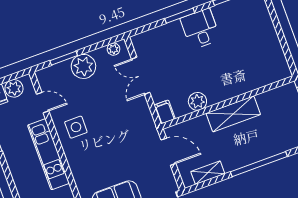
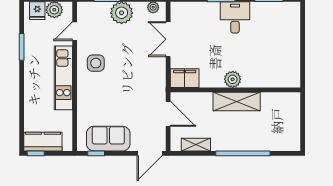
plant: (197, 101) -> (233, 79), moved
door: (43, 103) -> (75, 31), swing flipped
filing cabinet: (165, 112) -> (185, 78), width x2.00

